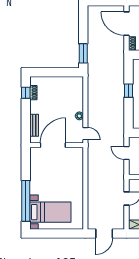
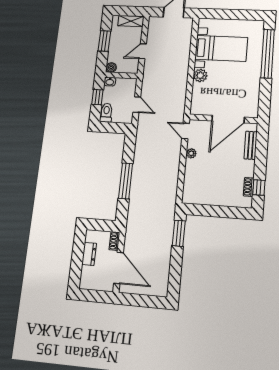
window: (129, 91) -> (126, 181), width x2.17
plant: (78, 180) -> (200, 75), added
bed with nightstands: (50, 212) -> (221, 48), moved, turned 180

